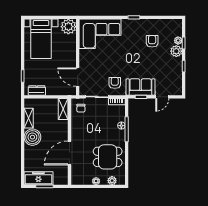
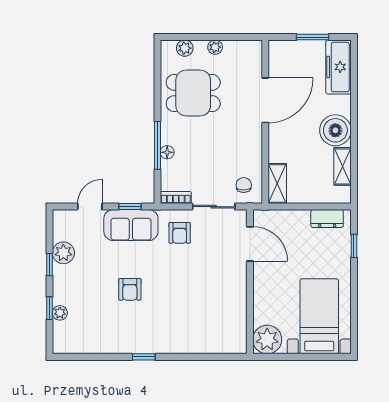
corner sofa: (100, 34) -> (207, 326), removed
armchair: (152, 41) -> (130, 289), moved
plant: (176, 51) -> (63, 253), moved
freezer: (38, 178) -> (338, 67), moved, turned 90

